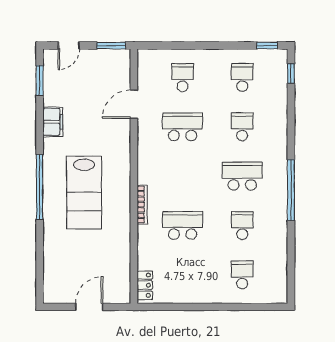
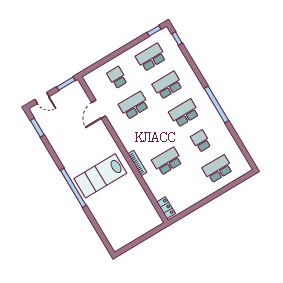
door: (69, 46) -> (42, 98), hinge flipped
school desk: (242, 77) -> (151, 57), width x1.85
filing cabinet: (53, 122) -> (59, 146), removed
school desk: (242, 127) -> (168, 85), width x1.85
lab bench: (84, 193) -> (100, 176), turned 90
school desk: (242, 275) -> (218, 169), width x1.85
door: (89, 307) -> (142, 239), removed

